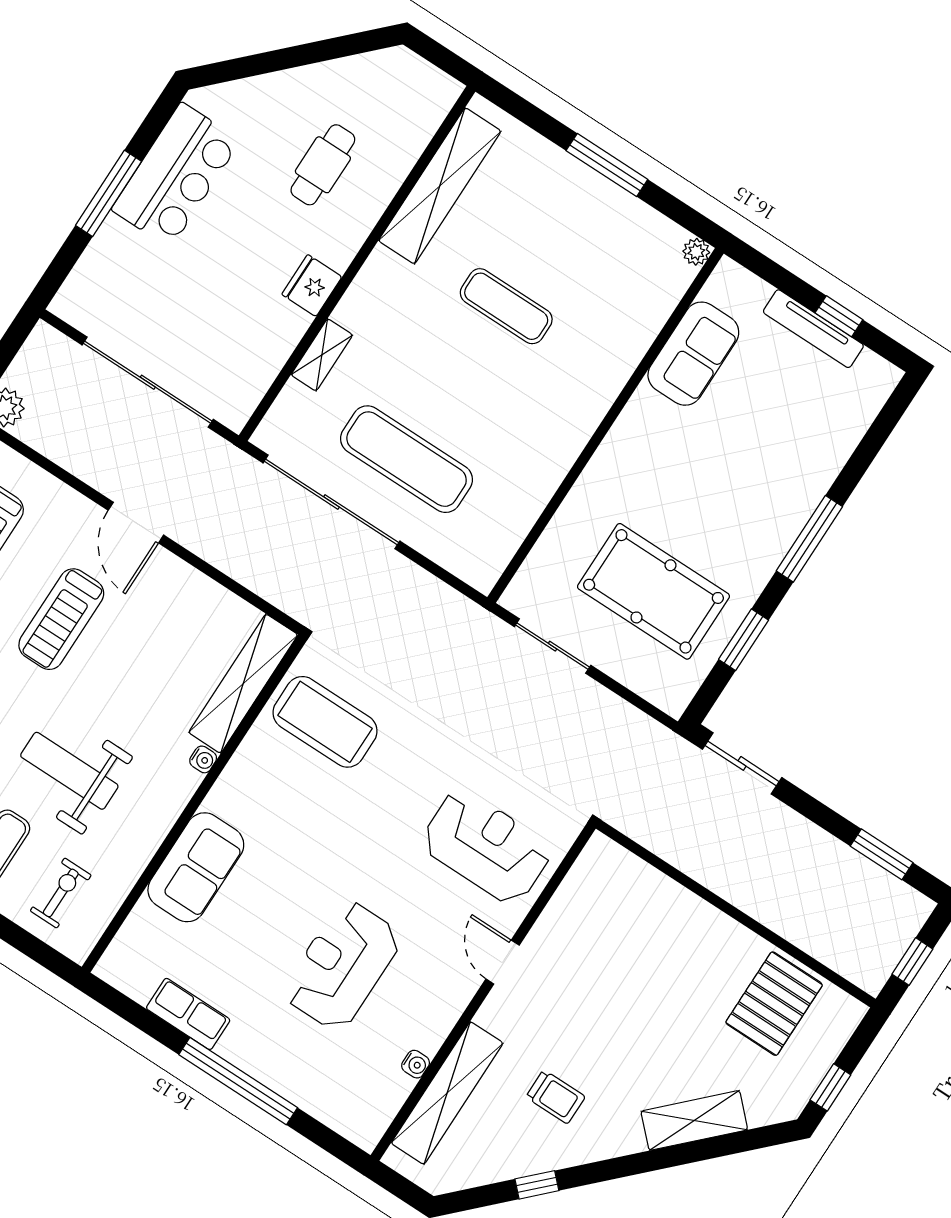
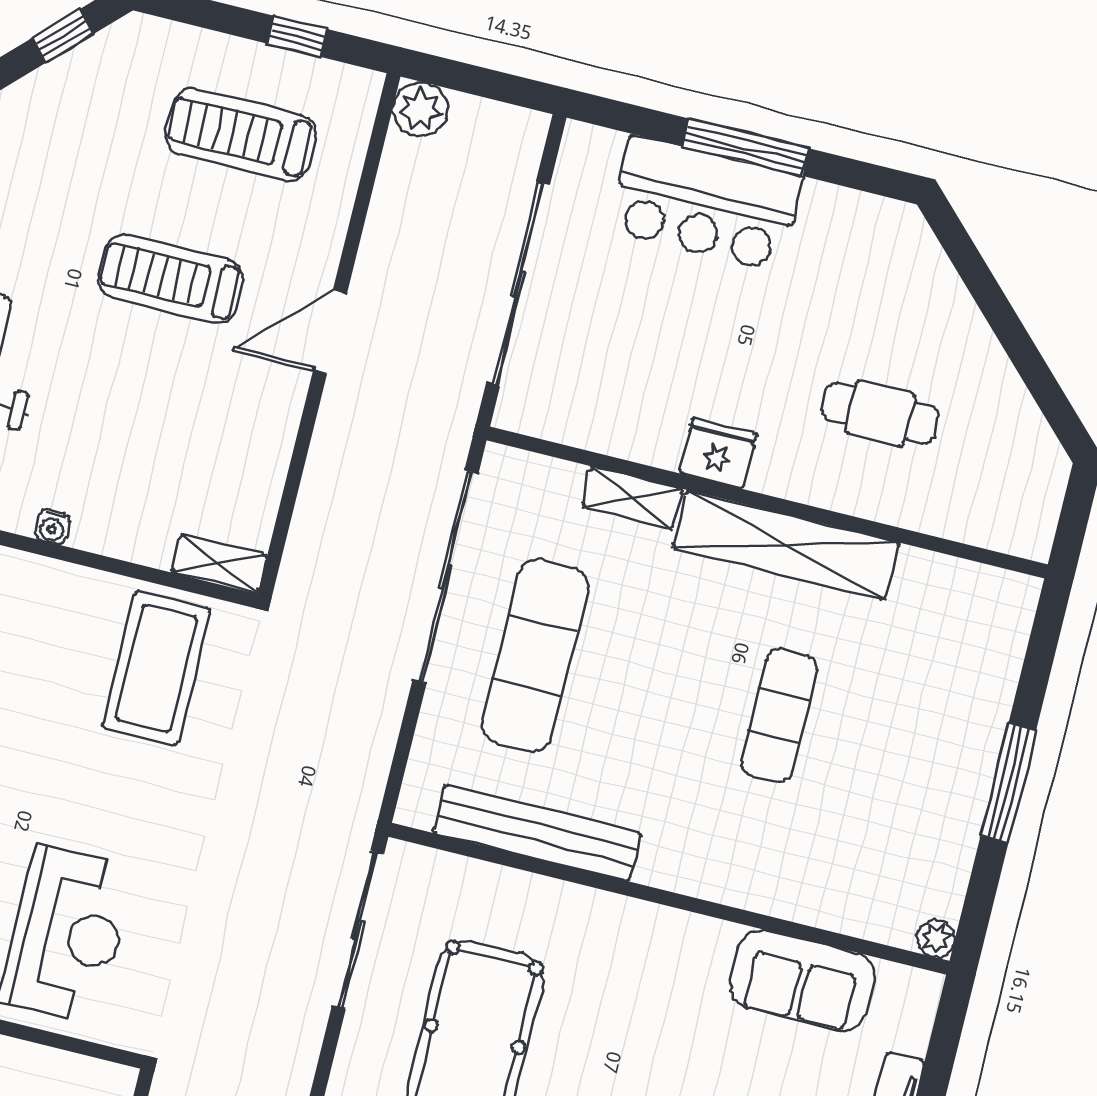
bar counter: (176, 175) -> (706, 203), moved
shelving: (440, 186) -> (786, 545), moved
bench: (529, 500) -> (537, 833), added
sliding door: (553, 646) -> (358, 930), width x1.37
shelving: (243, 684) -> (219, 564), width x0.45, depth x0.75

